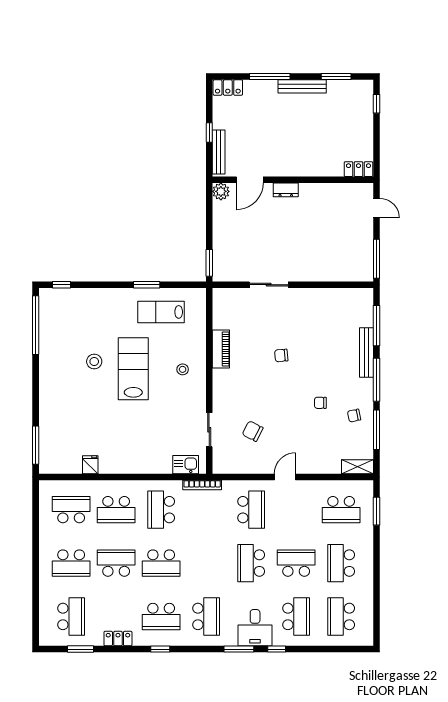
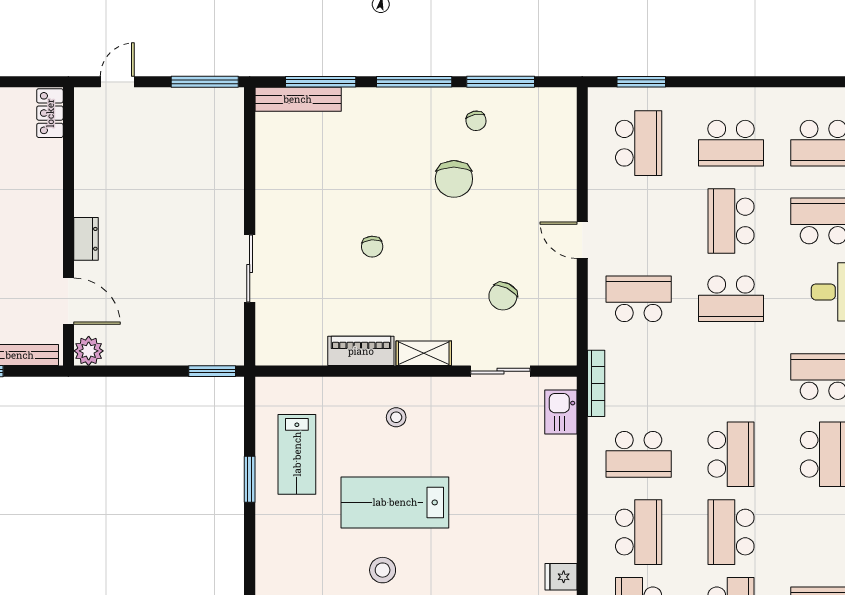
bench: (367, 352) -> (298, 99), moved
chair: (320, 403) -> (454, 179), width x1.87, depth x1.87
shelving: (358, 467) -> (424, 353), moved, turned 90

